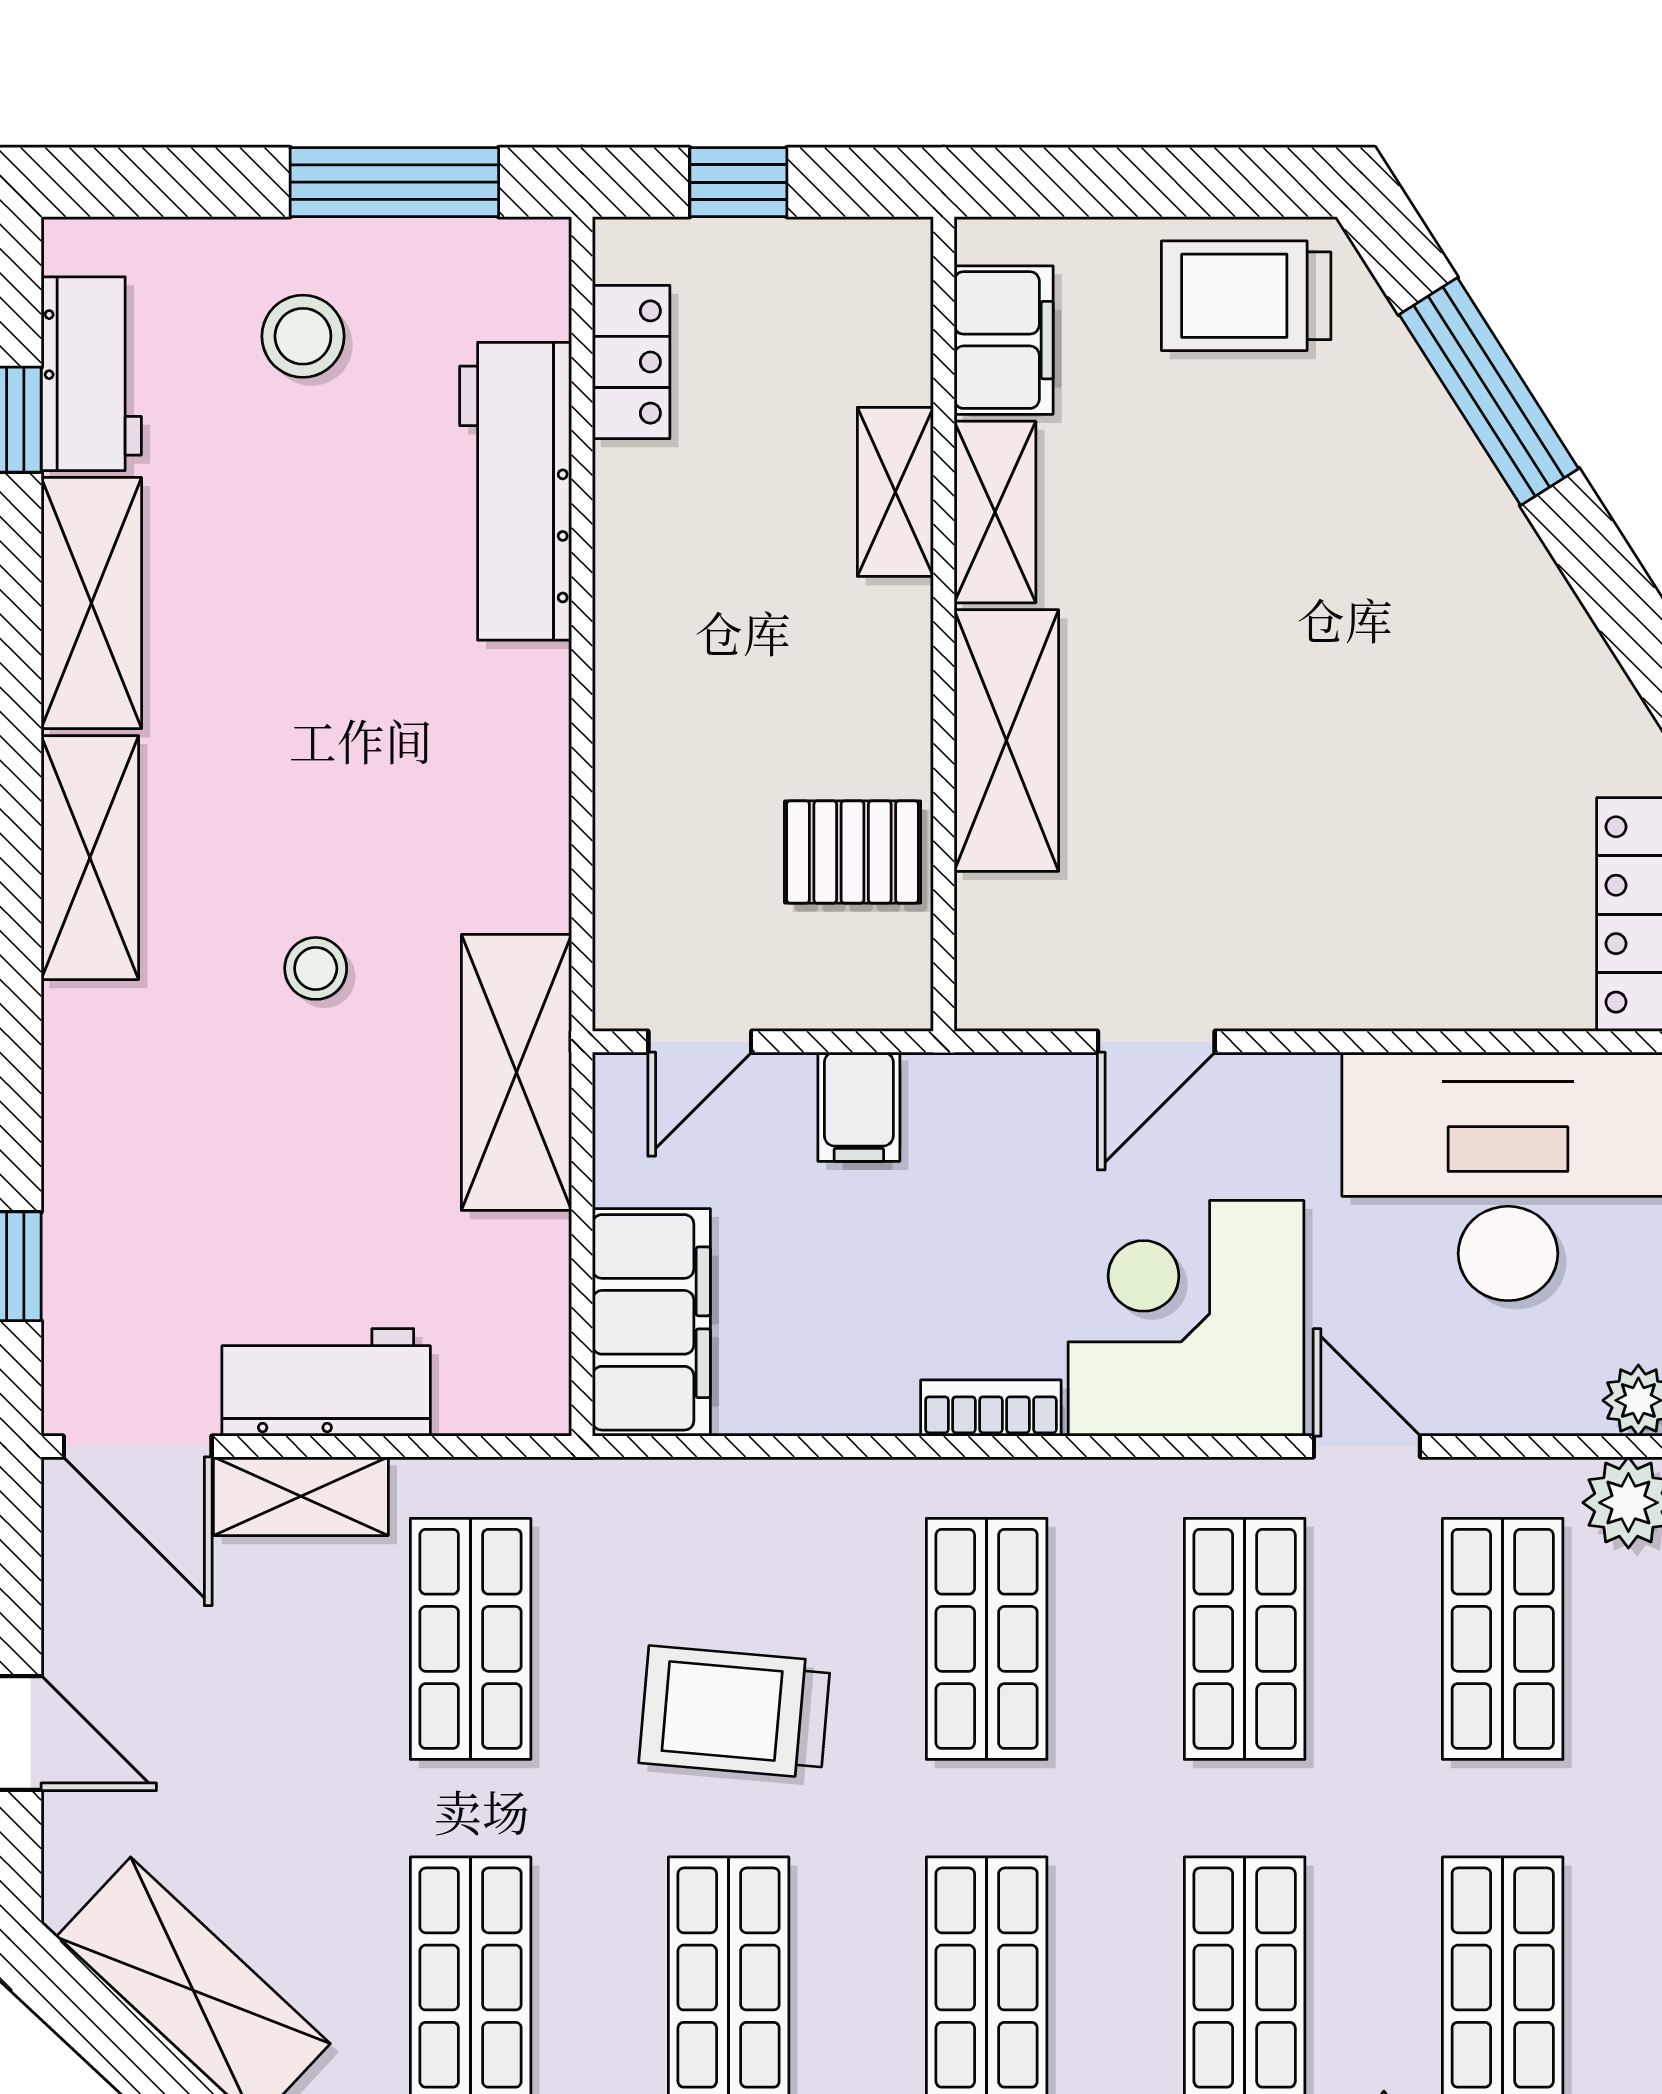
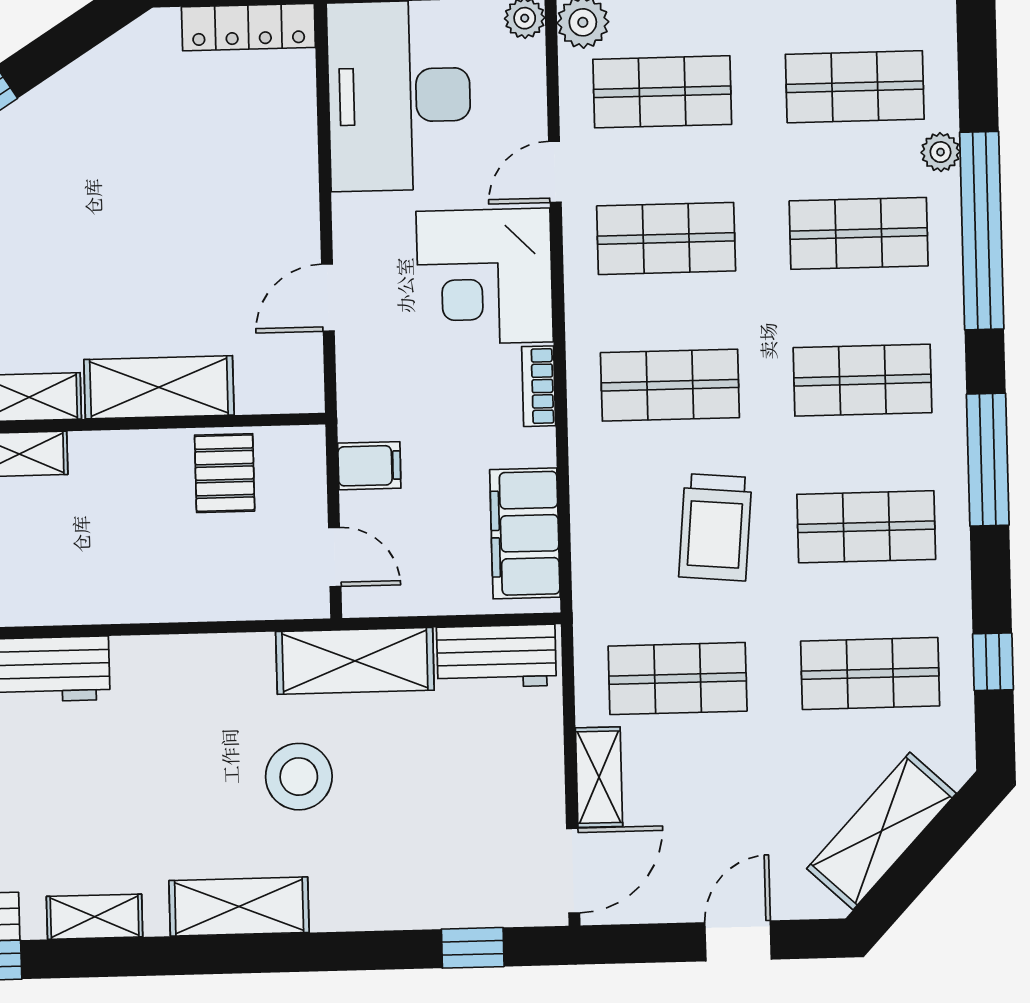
shelving: (91, 603) -> (95, 917), width x0.67, depth x0.75
stool: (316, 968) -> (299, 777), width x1.89, depth x1.89
door: (1156, 1042) -> (328, 298), swing flipped
filing cabinet: (651, 1322) -> (525, 533), moved, turned -90
workbench: (326, 1382) -> (496, 656), moved, turned -90

